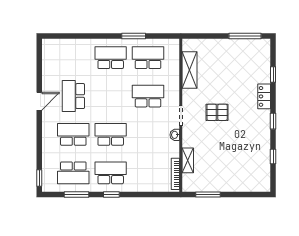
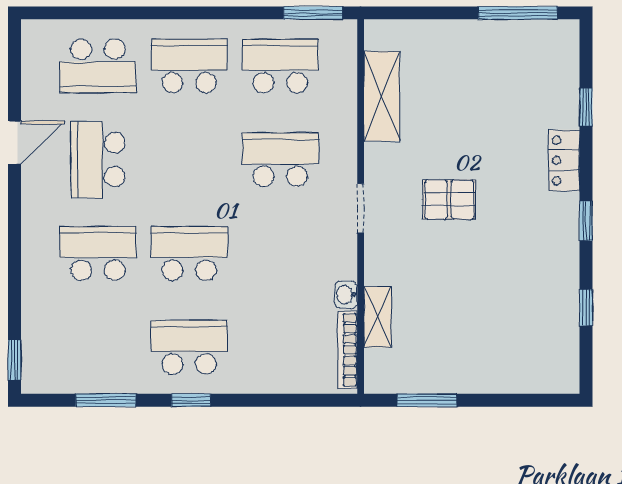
window: (134, 36) -> (313, 13), moved
door: (39, 101) -> (15, 143), moved
washbasin: (175, 135) -> (346, 295), moved
school desk: (73, 173) -> (98, 66), moved

